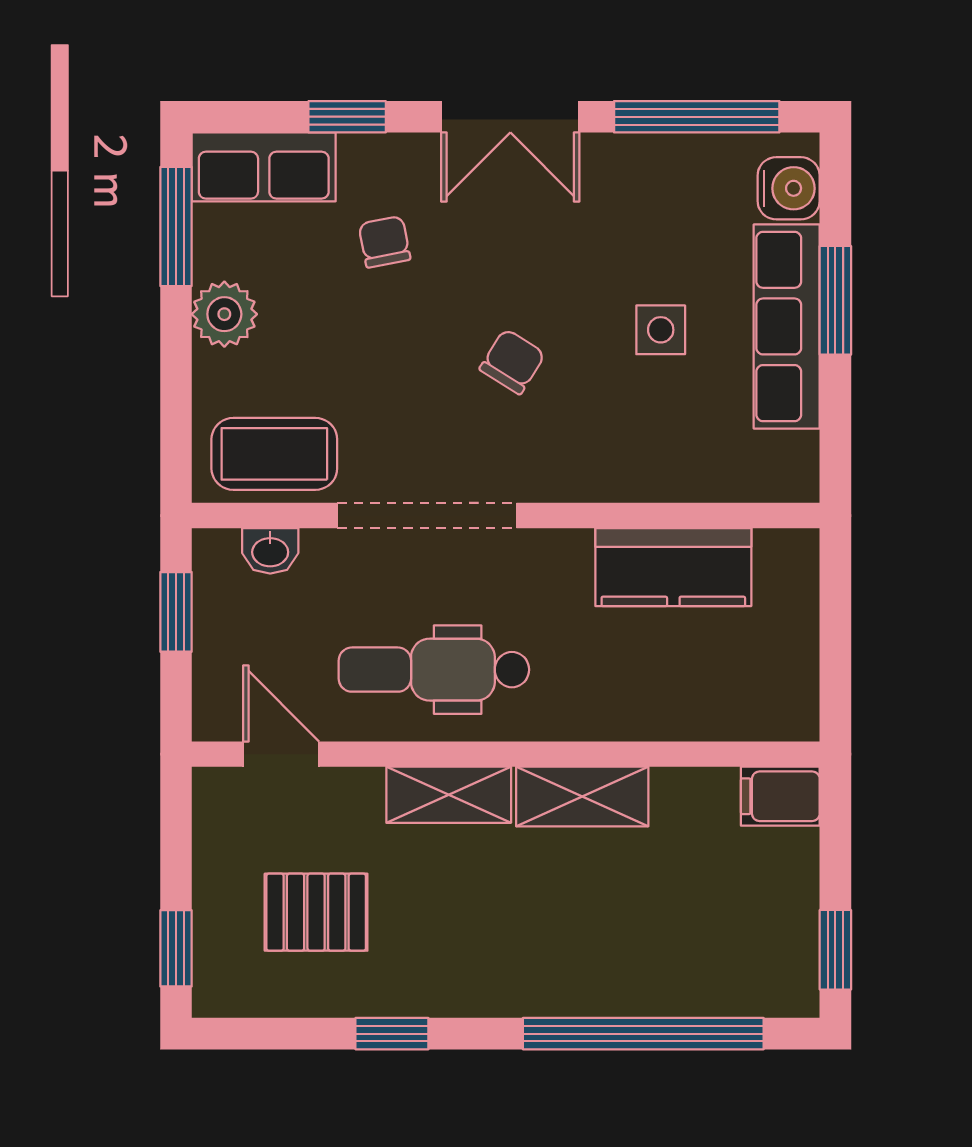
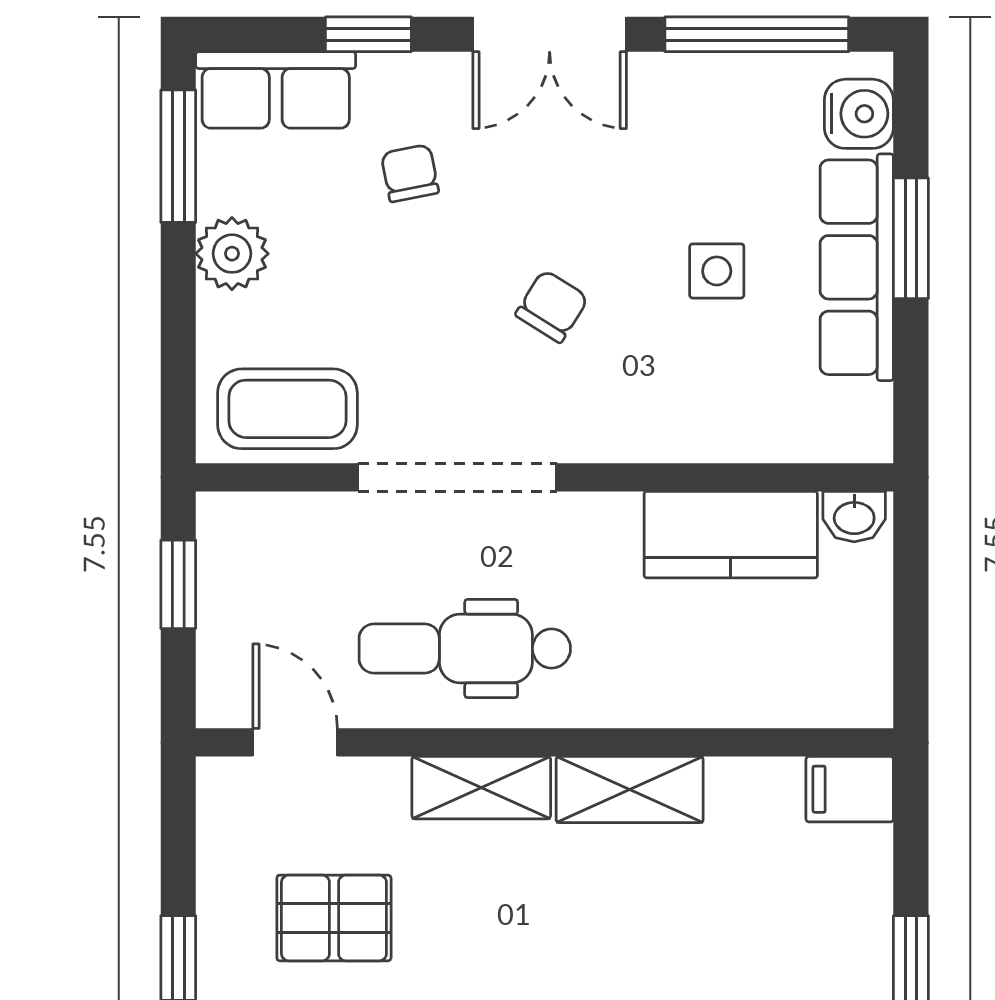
washbasin: (270, 551) -> (854, 517), moved

